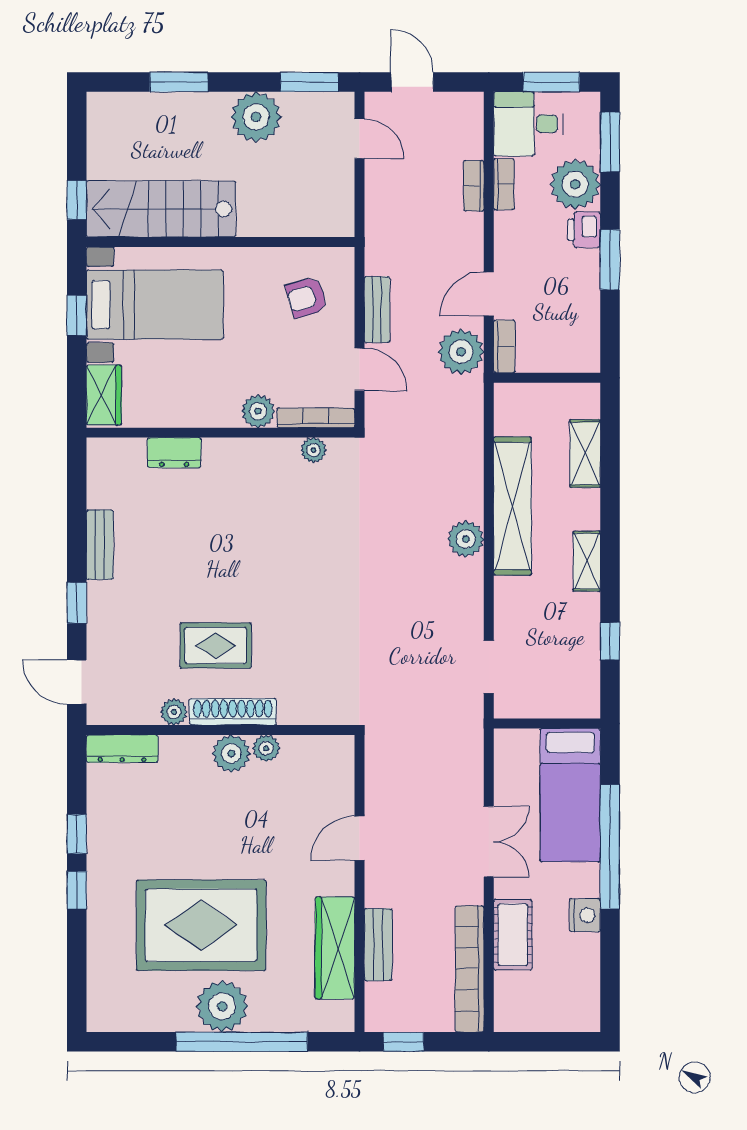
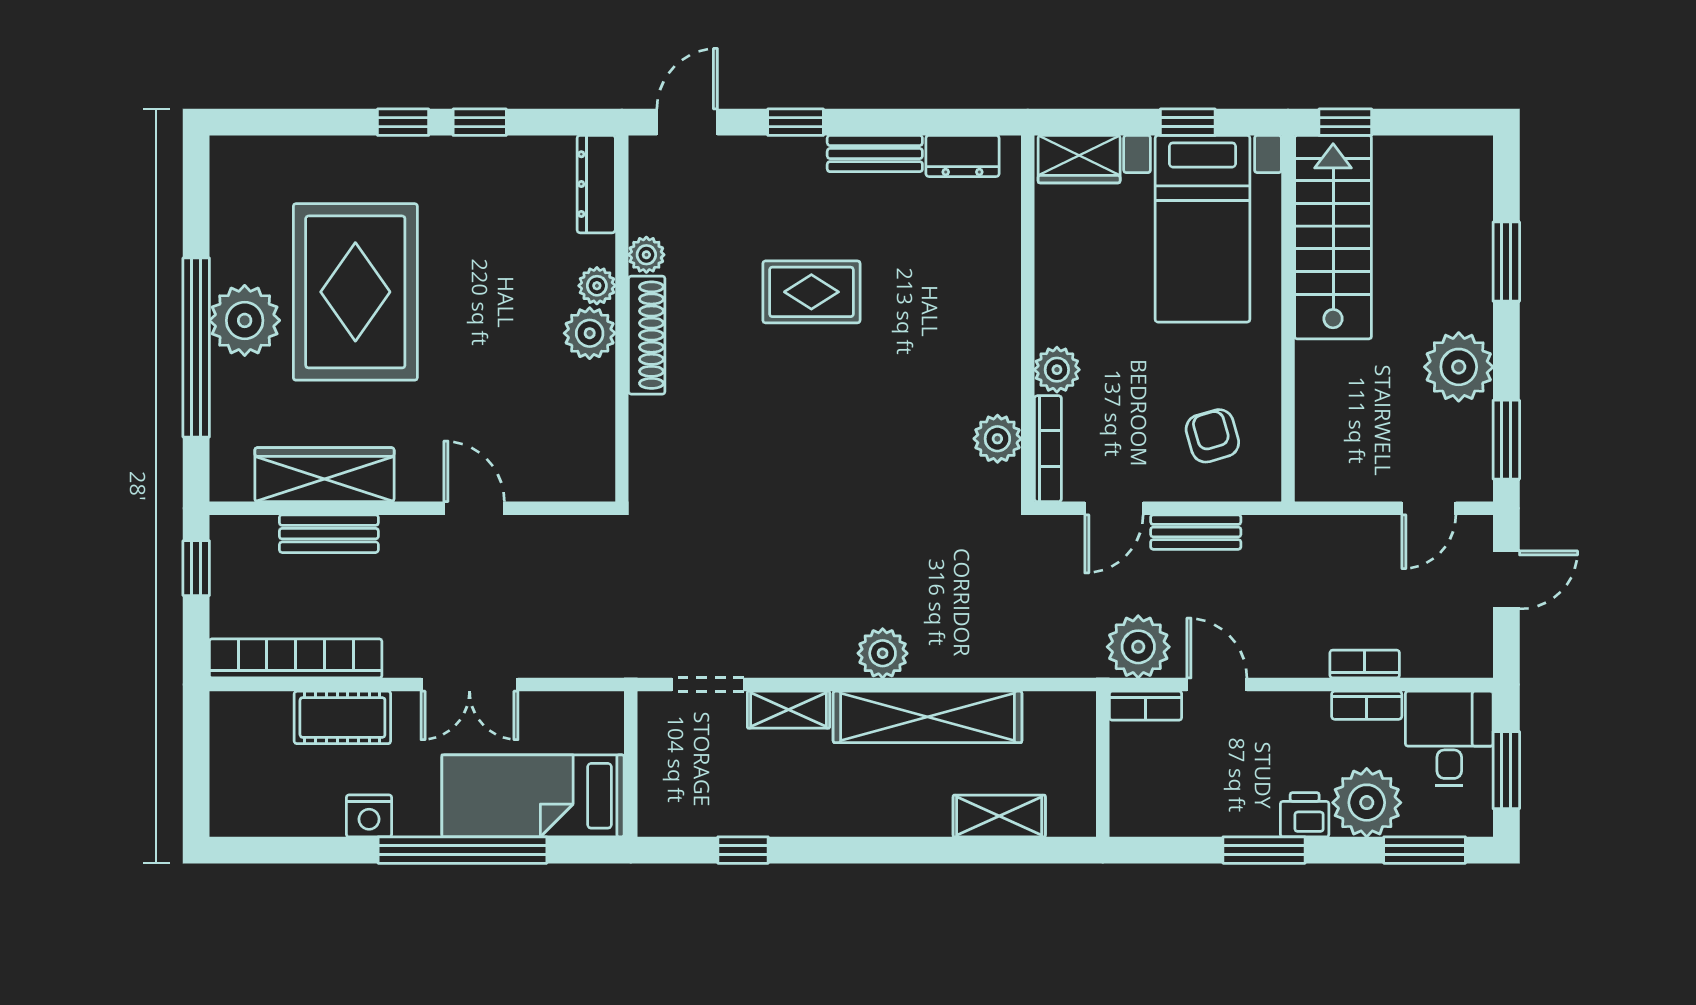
plant: (313, 450) -> (997, 439), width x1.38, depth x1.38
dresser: (174, 453) -> (962, 156), moved, turned -90
shelving: (587, 561) -> (789, 710), moved
rug: (216, 645) -> (811, 292), moved, turned 90
plant: (266, 748) -> (597, 286), moved

